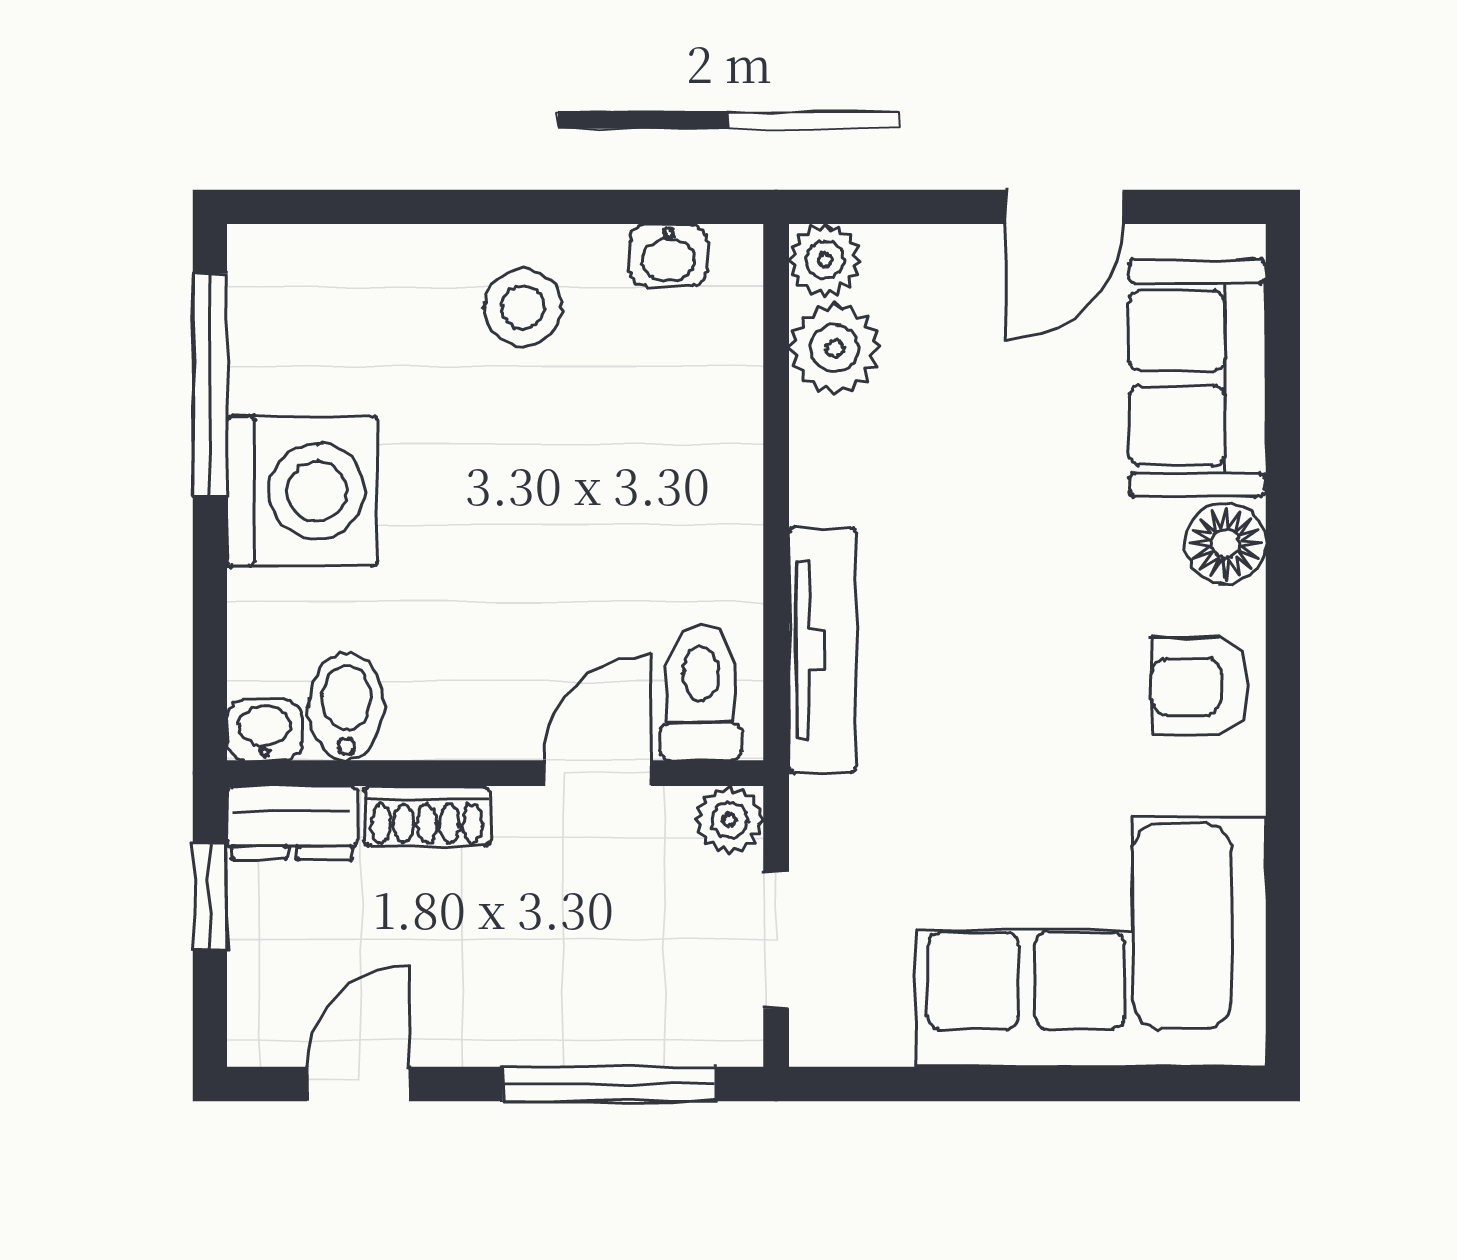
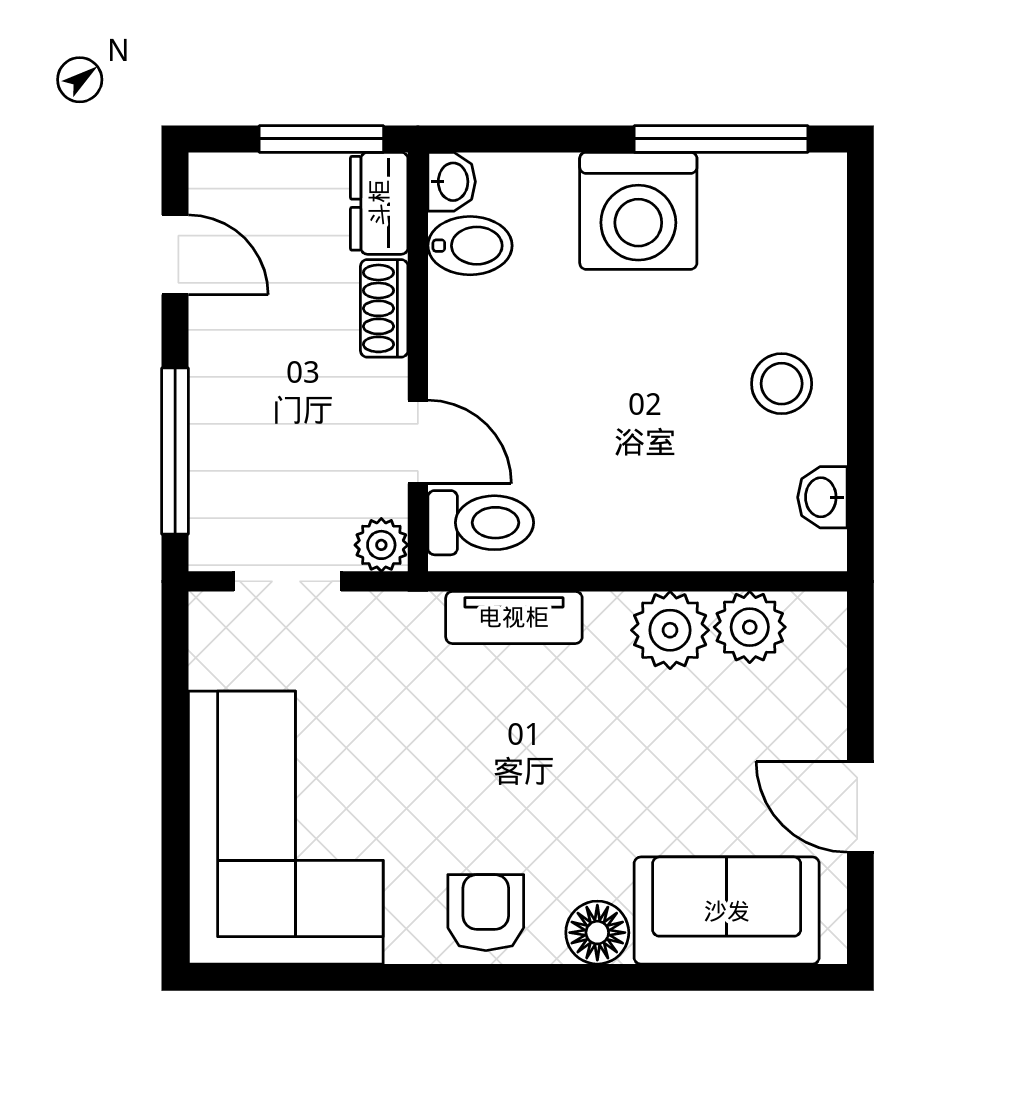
plant: (825, 260) -> (670, 630), moved, width x1.38, depth x1.38
tv unit: (822, 650) -> (514, 617), width x0.71
window: (210, 897) -> (321, 139), width x1.50

